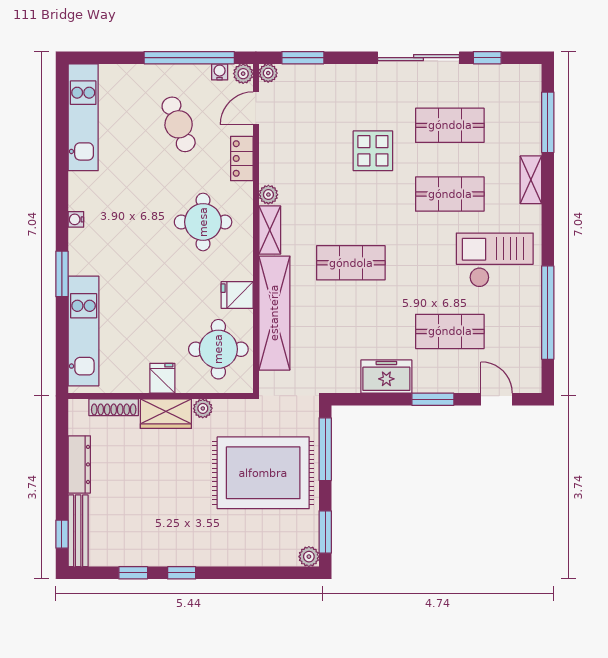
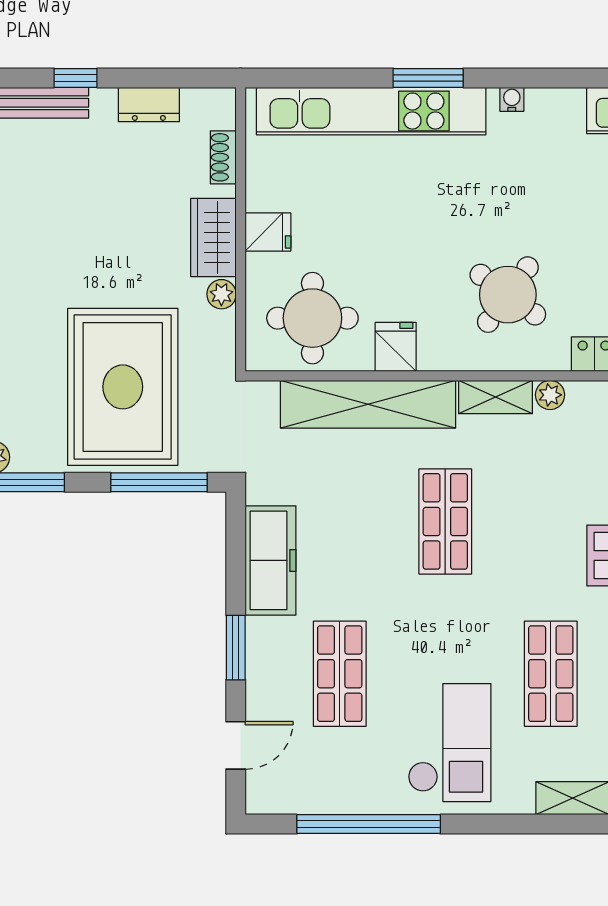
round table: (203, 222) -> (508, 295), turned 36
kitchen unit: (84, 331) -> (371, 111), width x1.36
freezer: (386, 377) -> (271, 560), width x1.40
shoe rack: (114, 407) -> (223, 157), width x0.70
dresser: (79, 464) -> (149, 105), width x0.70
window: (62, 534) -> (75, 78), moved

